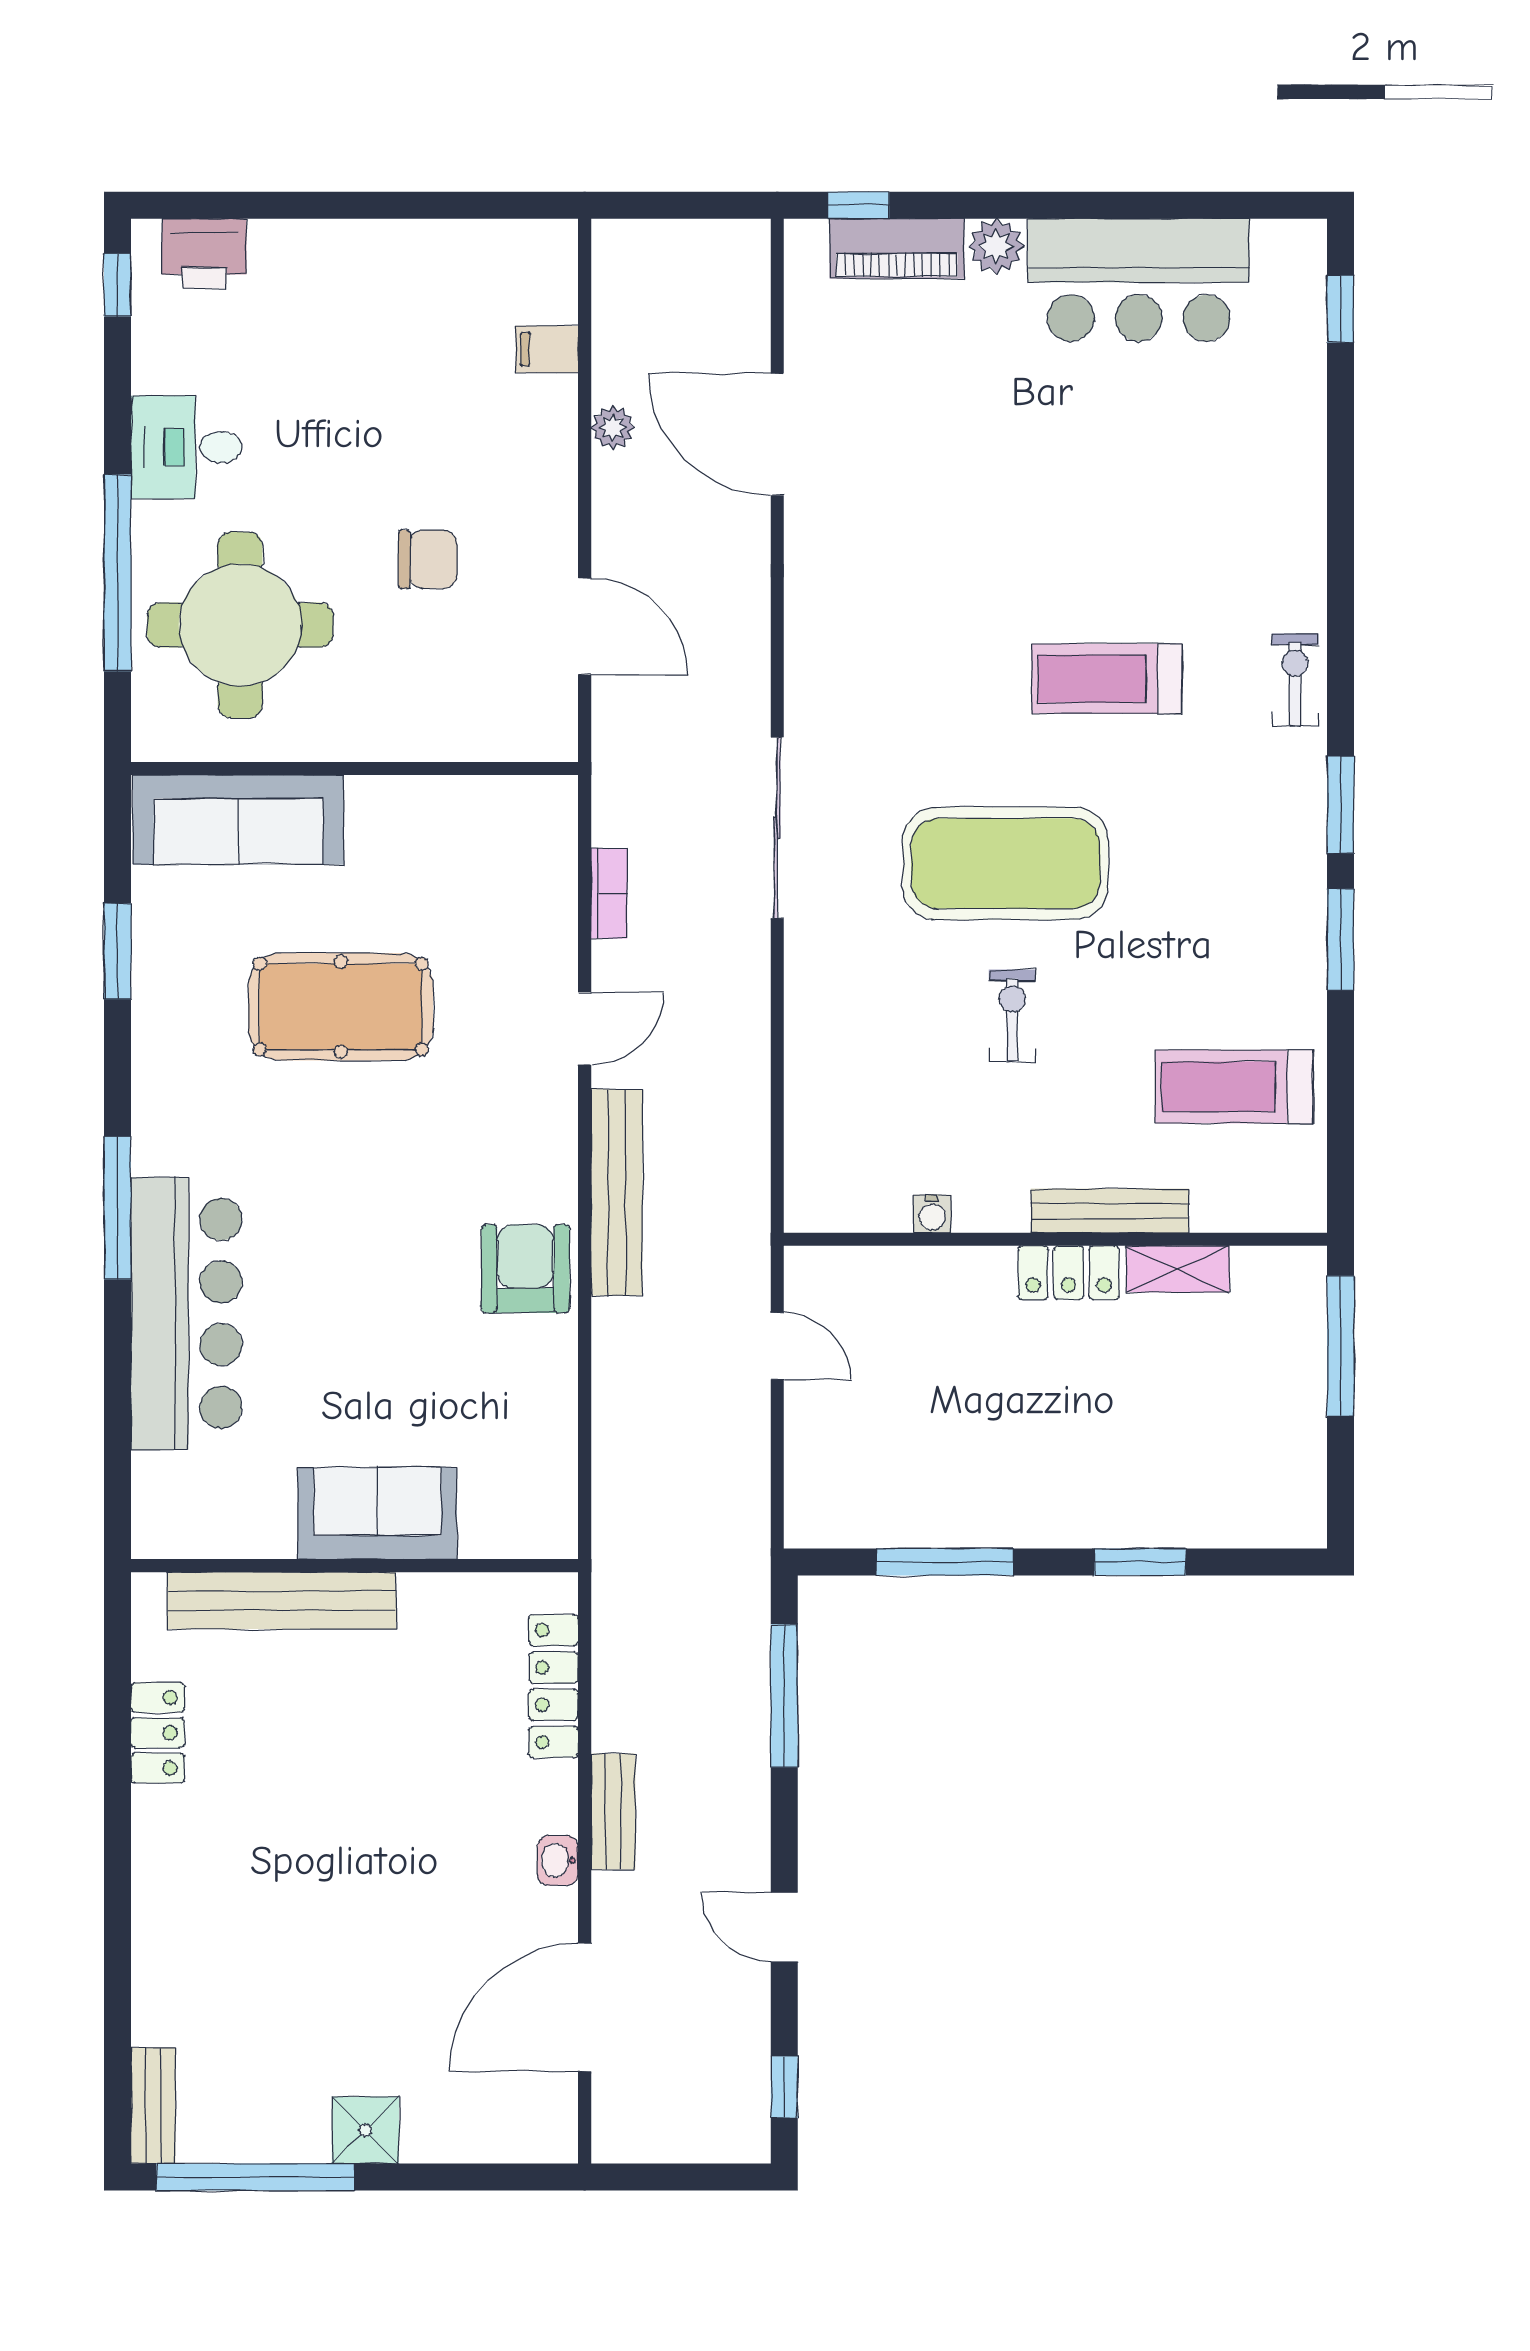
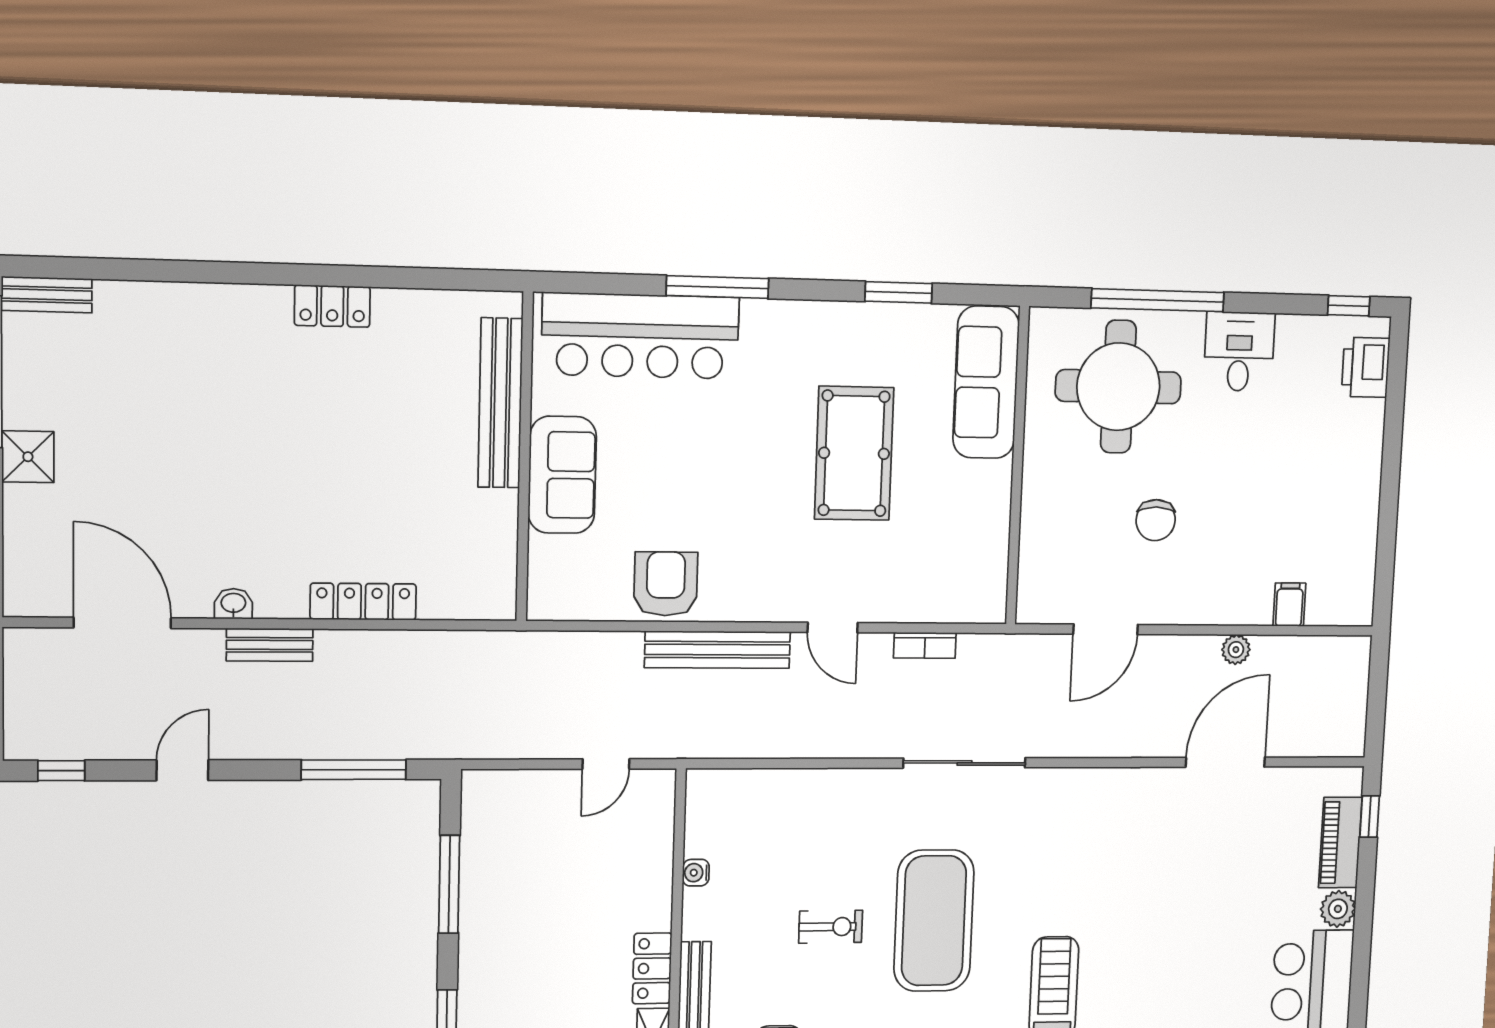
armchair: (525, 1269) -> (666, 584), turned -90
sofa: (377, 1513) -> (562, 475), moved
wall: (355, 1566) -> (525, 457), moved
bench: (282, 1600) -> (500, 403), moved

